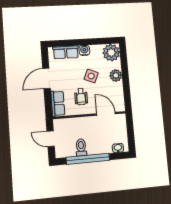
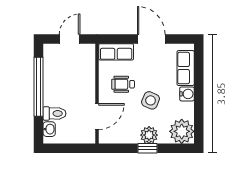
window: (125, 76) -> (147, 148), added
toilet: (81, 147) -> (54, 113), moved

